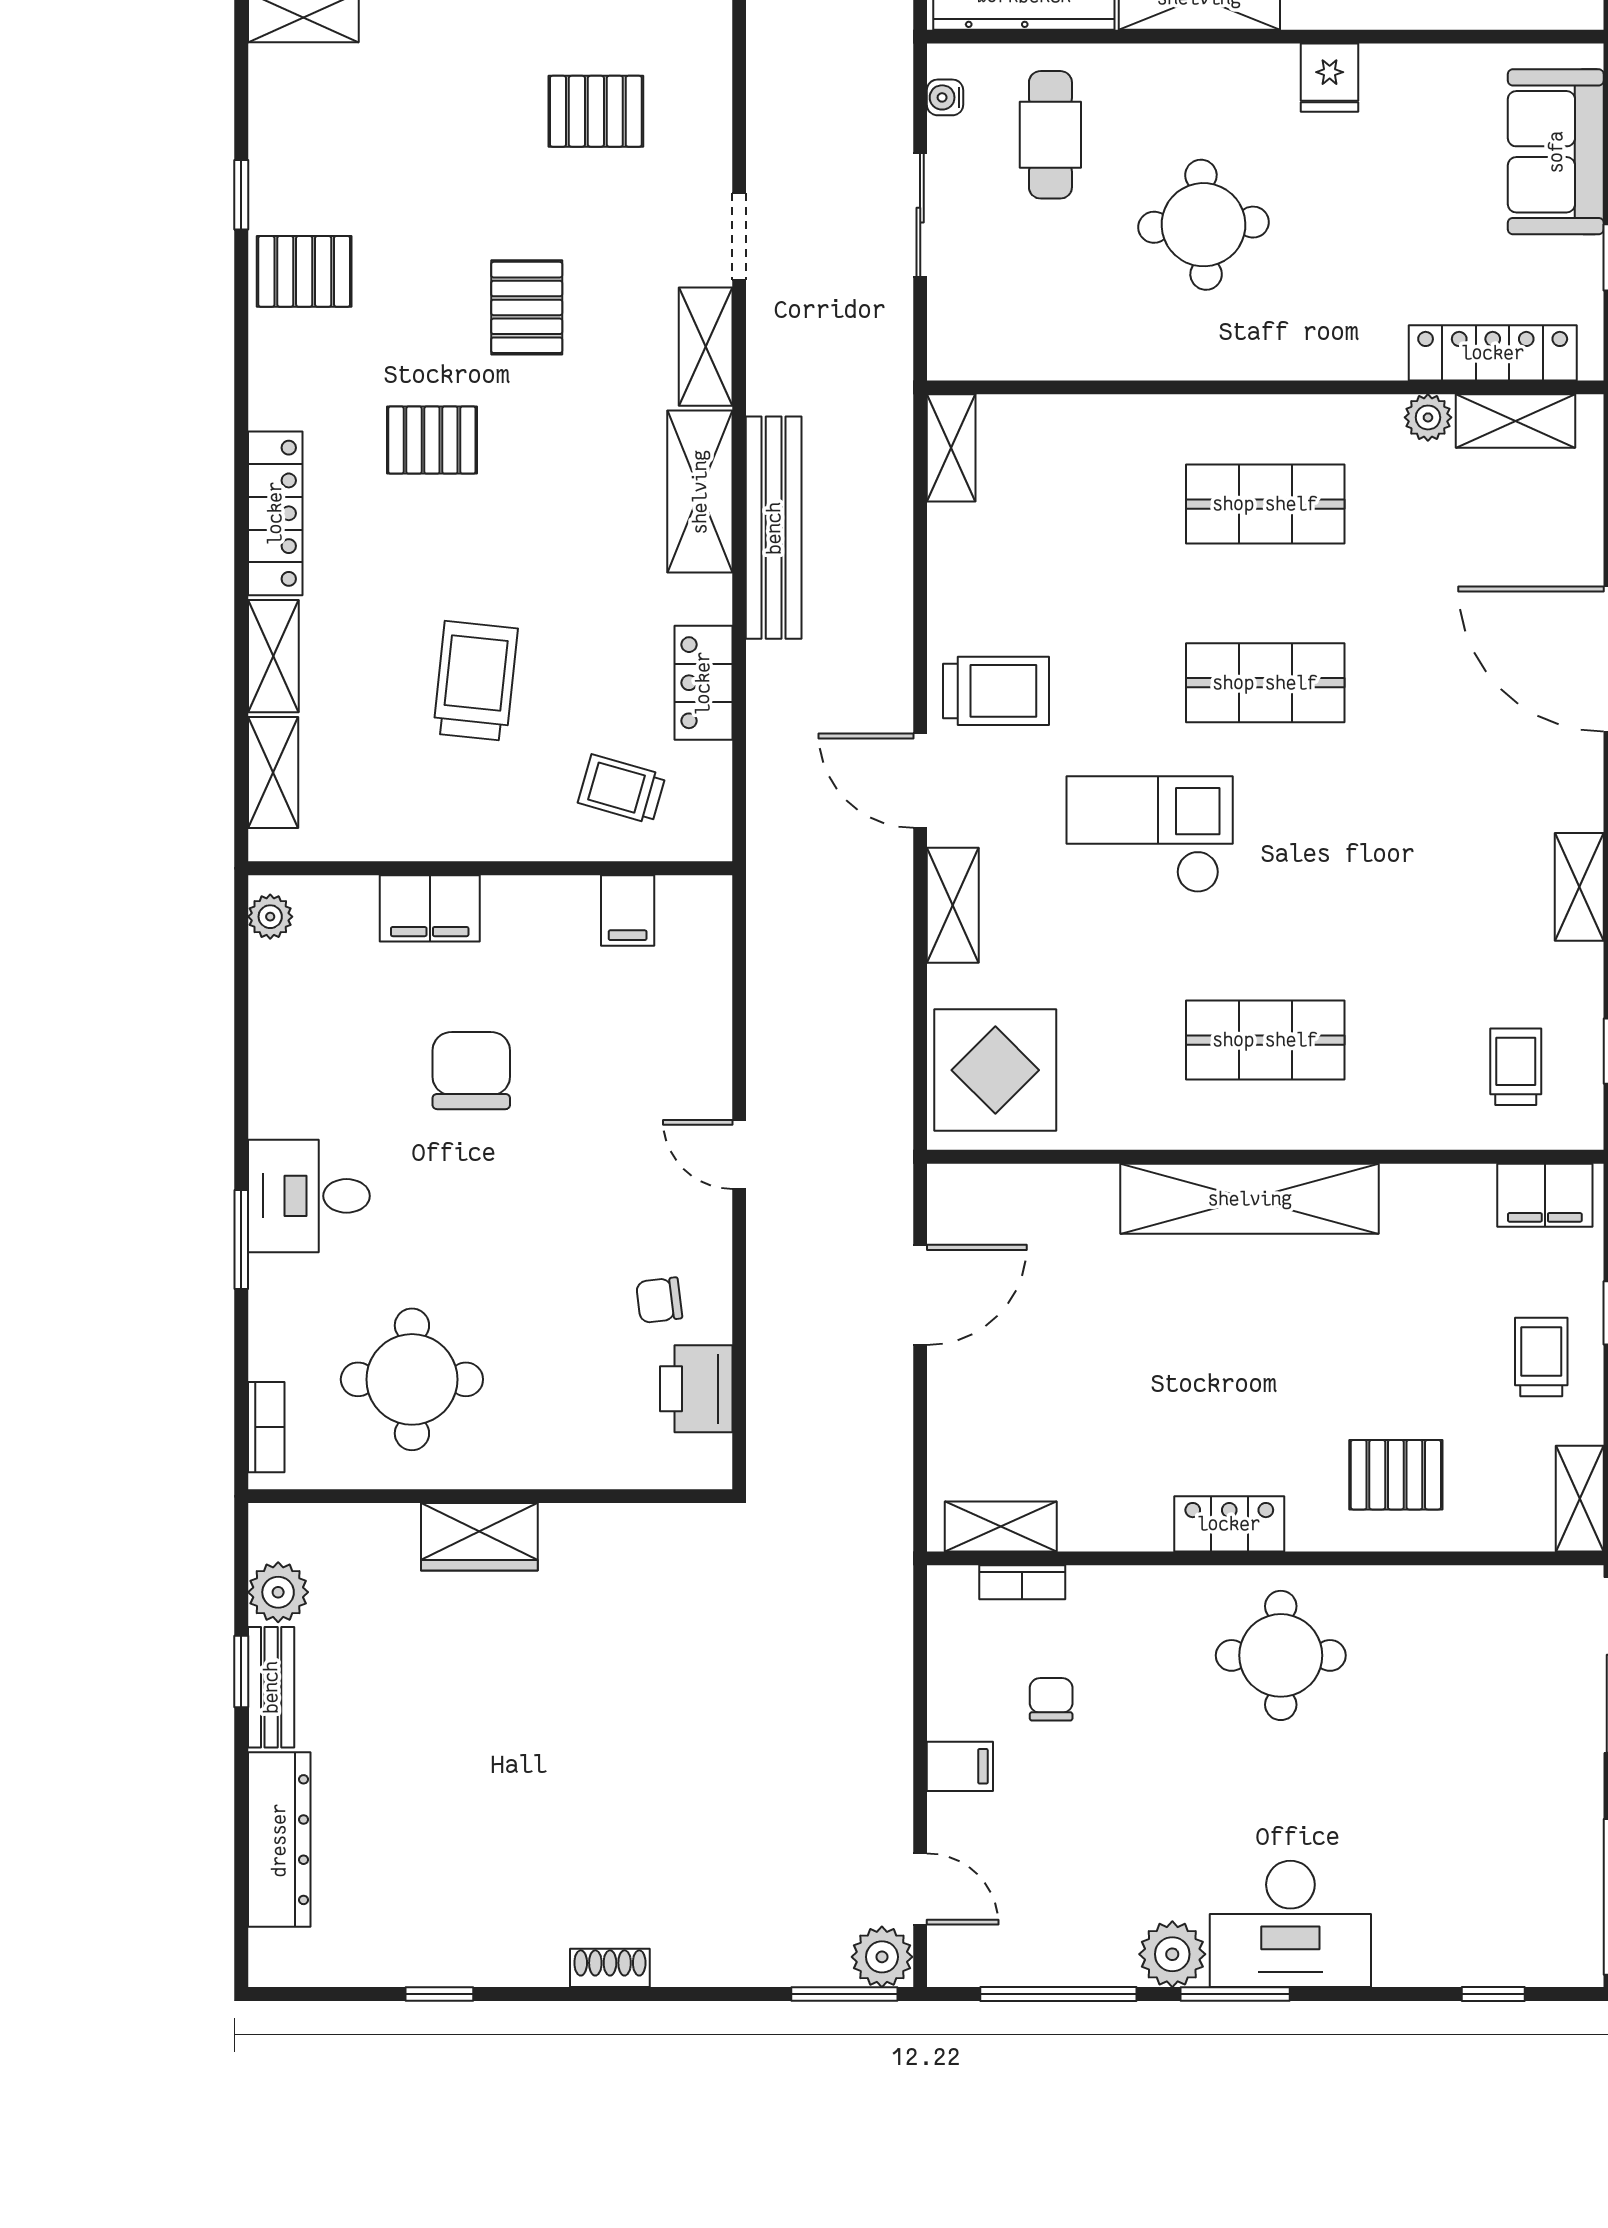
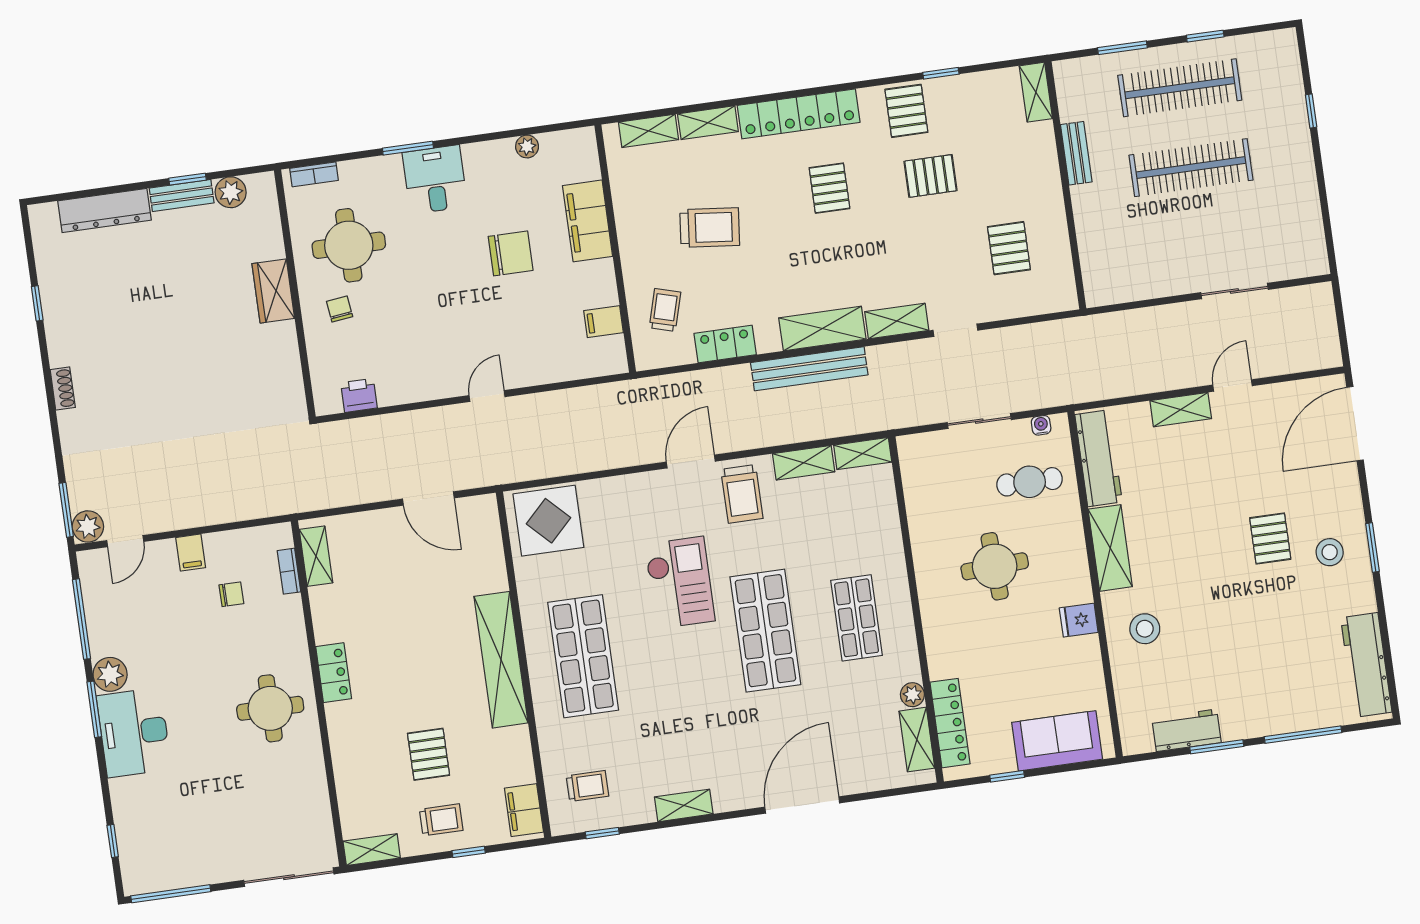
pallet: (527, 307) -> (930, 176), moved
locker: (275, 513) -> (799, 114), width x1.41, depth x1.21
shop shelf: (1265, 683) -> (765, 631), width x1.43, depth x1.36
shelving: (953, 905) -> (804, 463), moved
filing cabinet: (430, 908) -> (588, 221), width x1.50, depth x1.17
plant: (270, 917) -> (527, 146), moved
shop shelf: (1265, 1040) -> (583, 656), width x1.43, depth x1.36
chair: (659, 1300) -> (340, 309), moved
printer: (696, 1389) -> (359, 395), width x0.73, depth x0.81
pallet: (1396, 1475) -> (429, 754), moved

